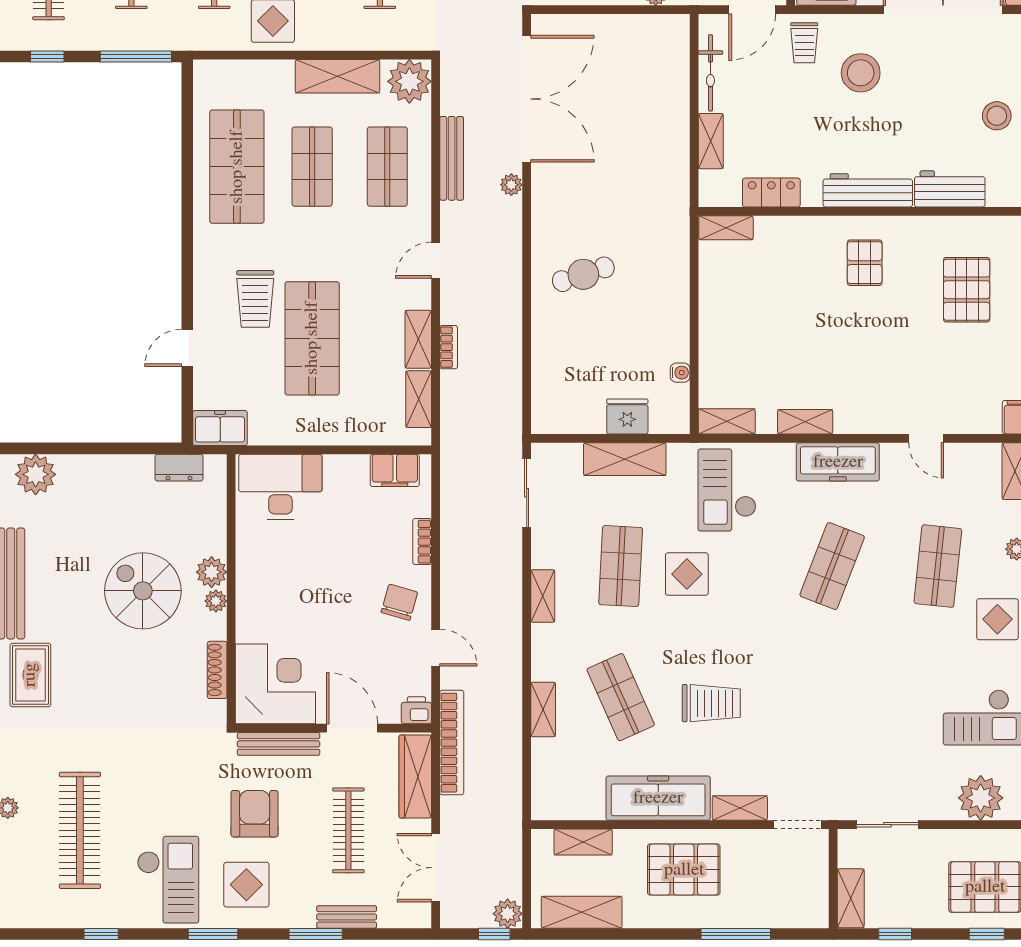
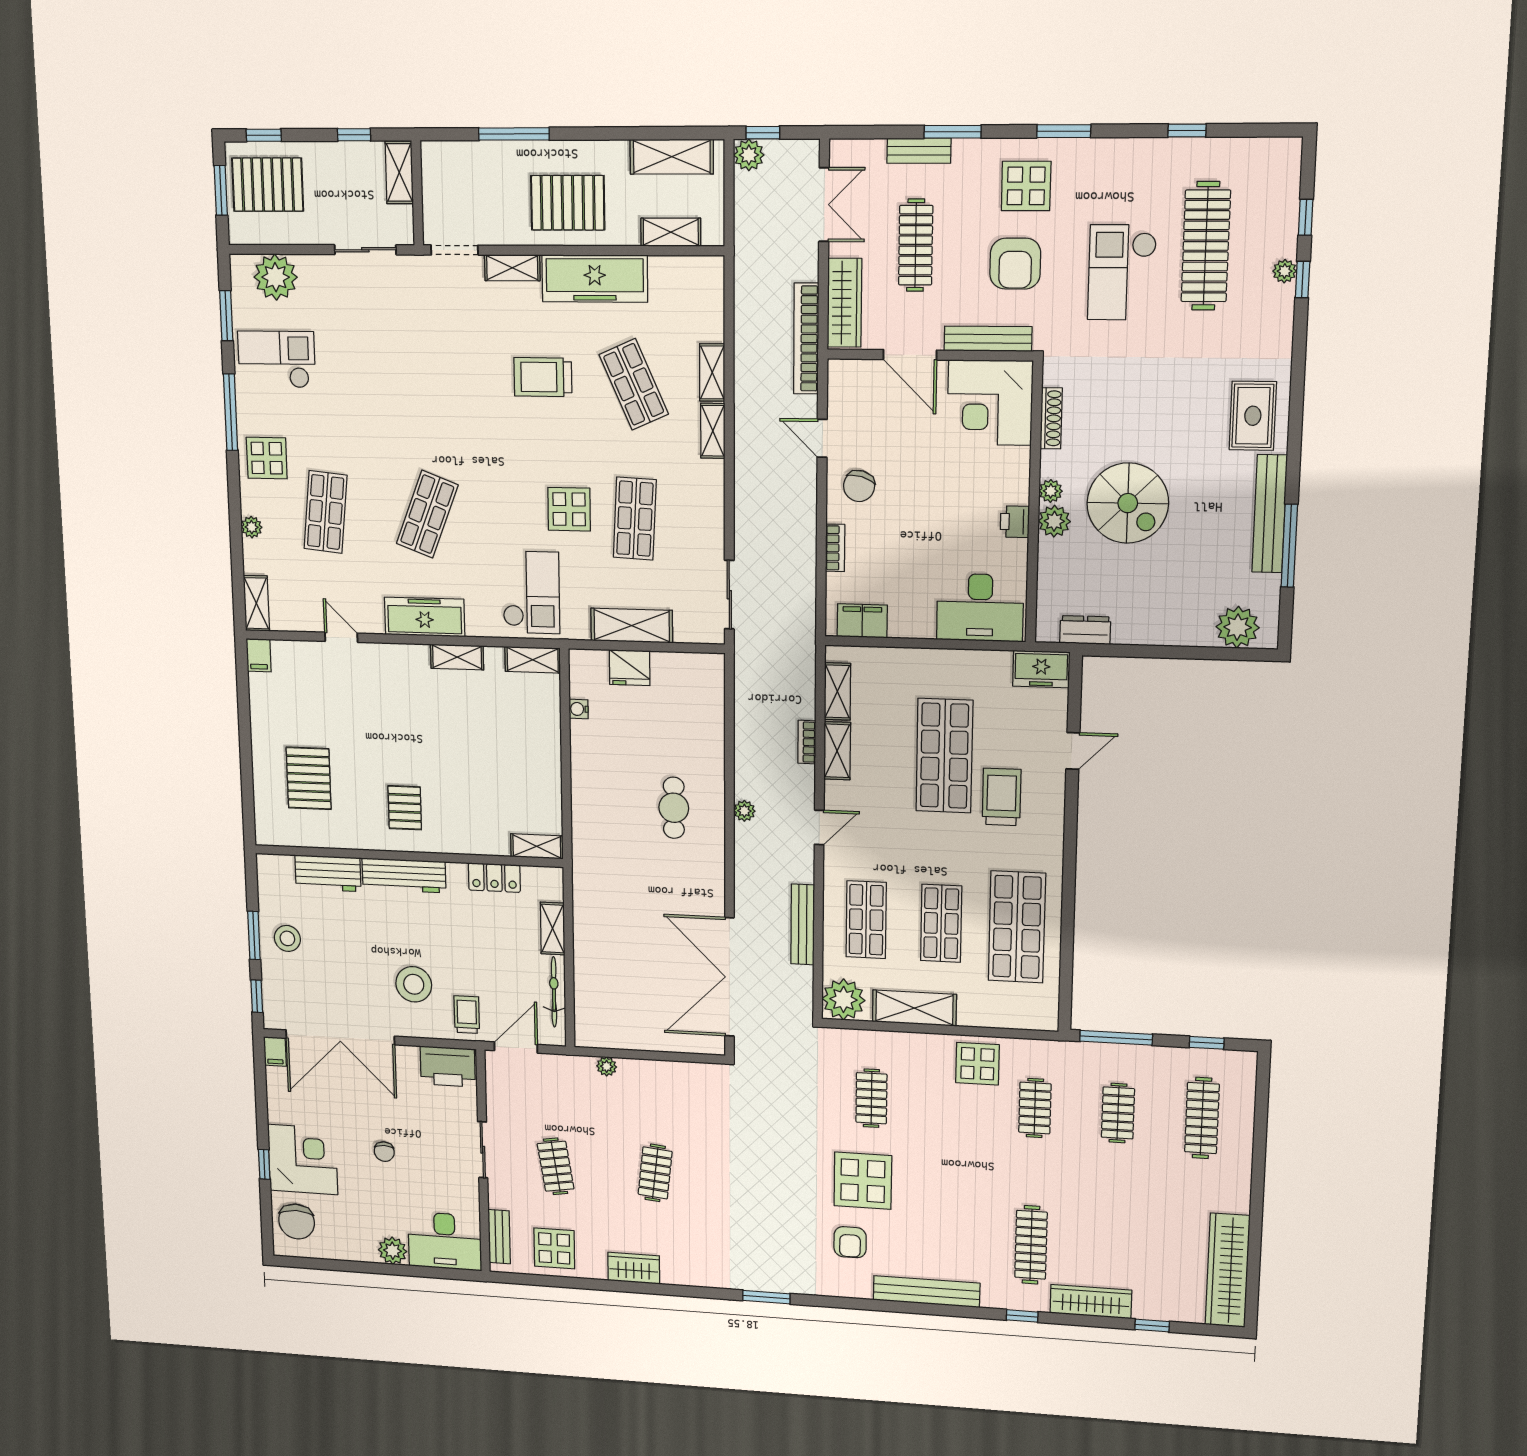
plant: (511, 185) -> (744, 811), moved
cafe table: (583, 274) -> (674, 808), turned -72
shelving: (543, 596) -> (713, 431), moved
printer: (416, 710) -> (1015, 522), moved, turned 90
checkout: (168, 880) -> (1122, 272), moved

